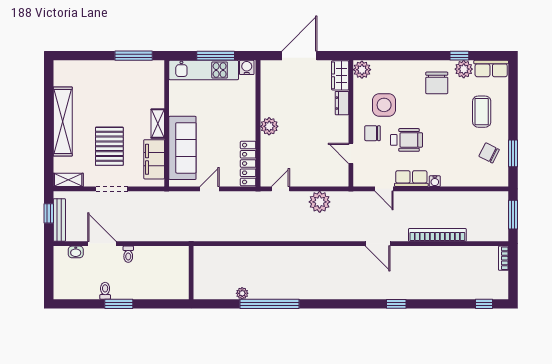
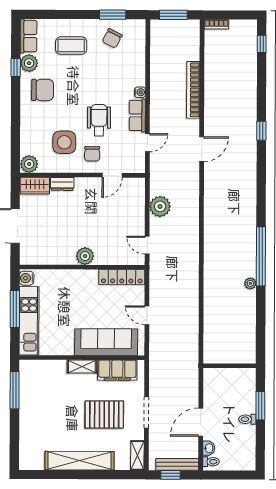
toilet: (128, 254) -> (211, 462), moved
wall: (191, 273) -> (230, 366), moved

